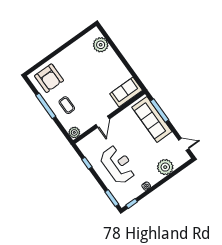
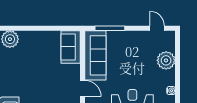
sofa: (152, 119) -> (95, 55), moved, turned -90
door: (184, 144) -> (157, 28), hinge flipped

